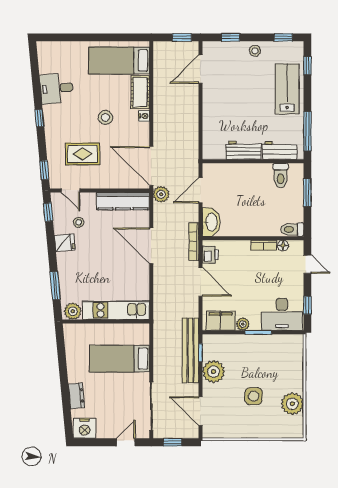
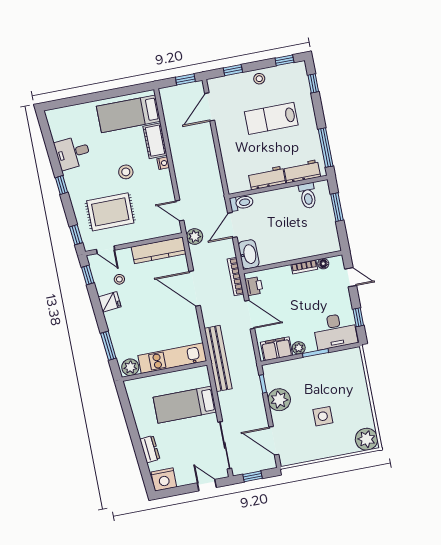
lab bench: (287, 89) -> (271, 118), moved, turned -90
rug: (82, 154) -> (110, 212), width x1.36, depth x1.43
door: (151, 166) -> (180, 211), width x0.53
toilet: (292, 229) -> (242, 203), moved, turned 180
bench: (191, 350) -> (218, 358), moved
plant: (292, 404) -> (367, 439), moved
door: (126, 442) -> (207, 485), hinge flipped

